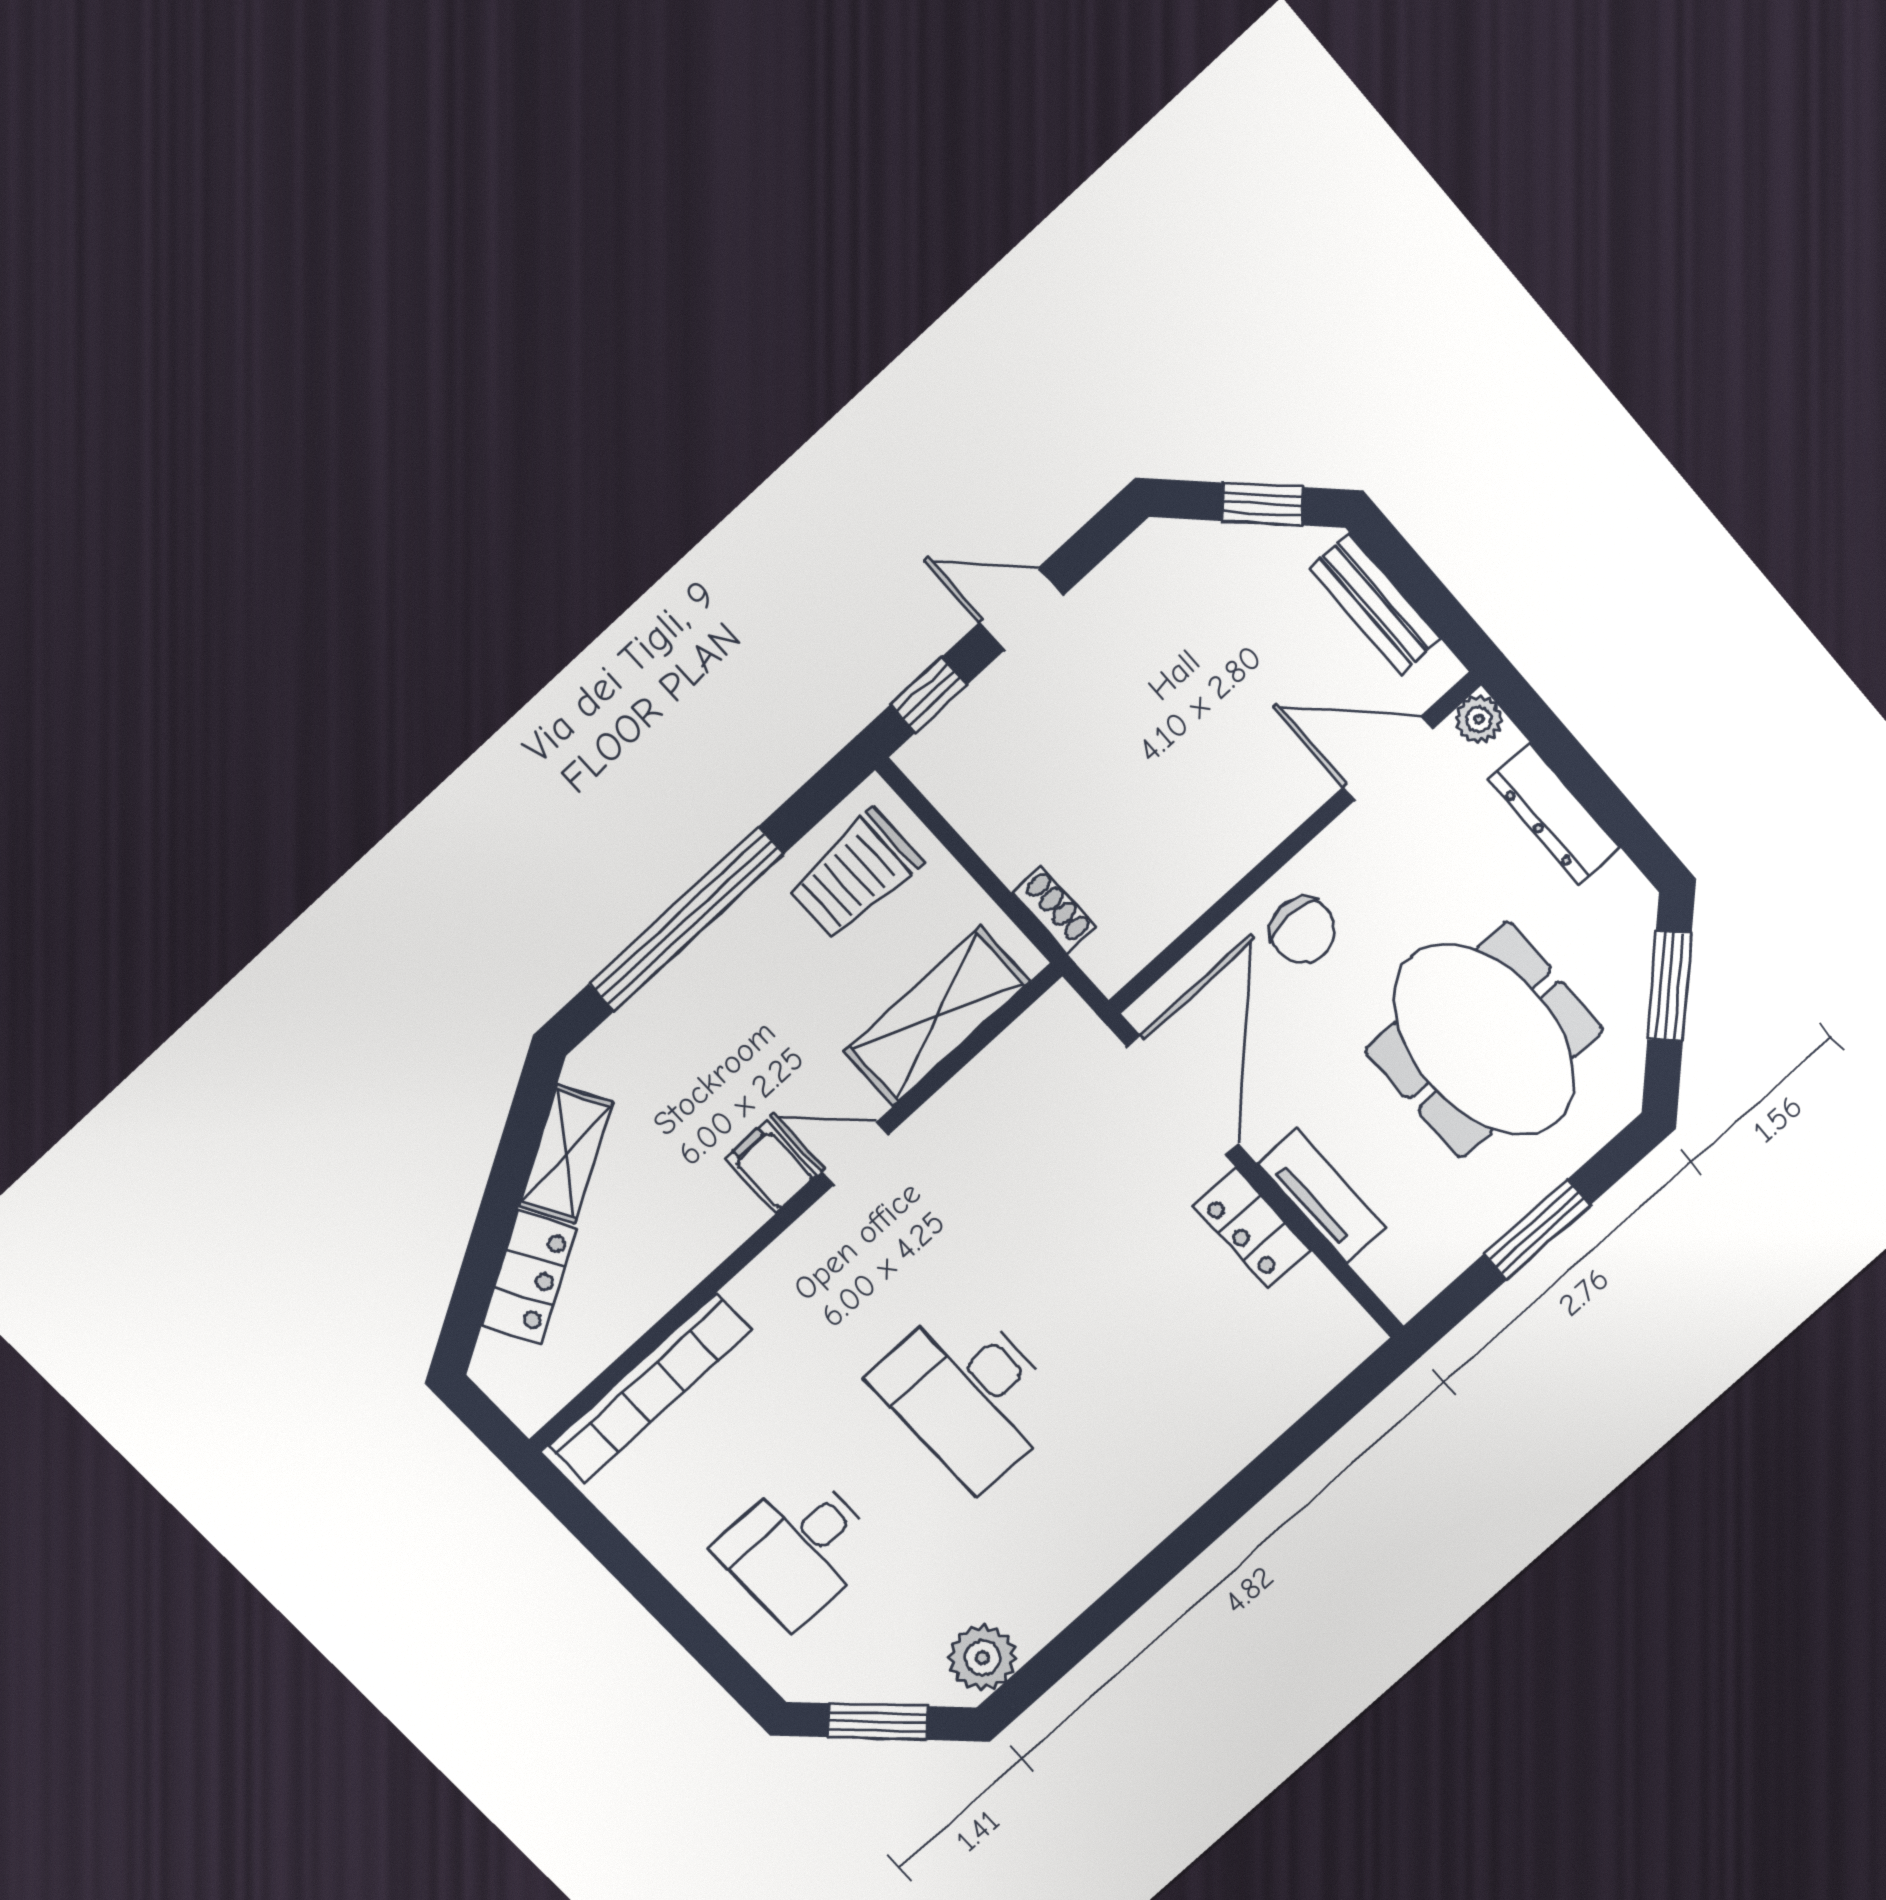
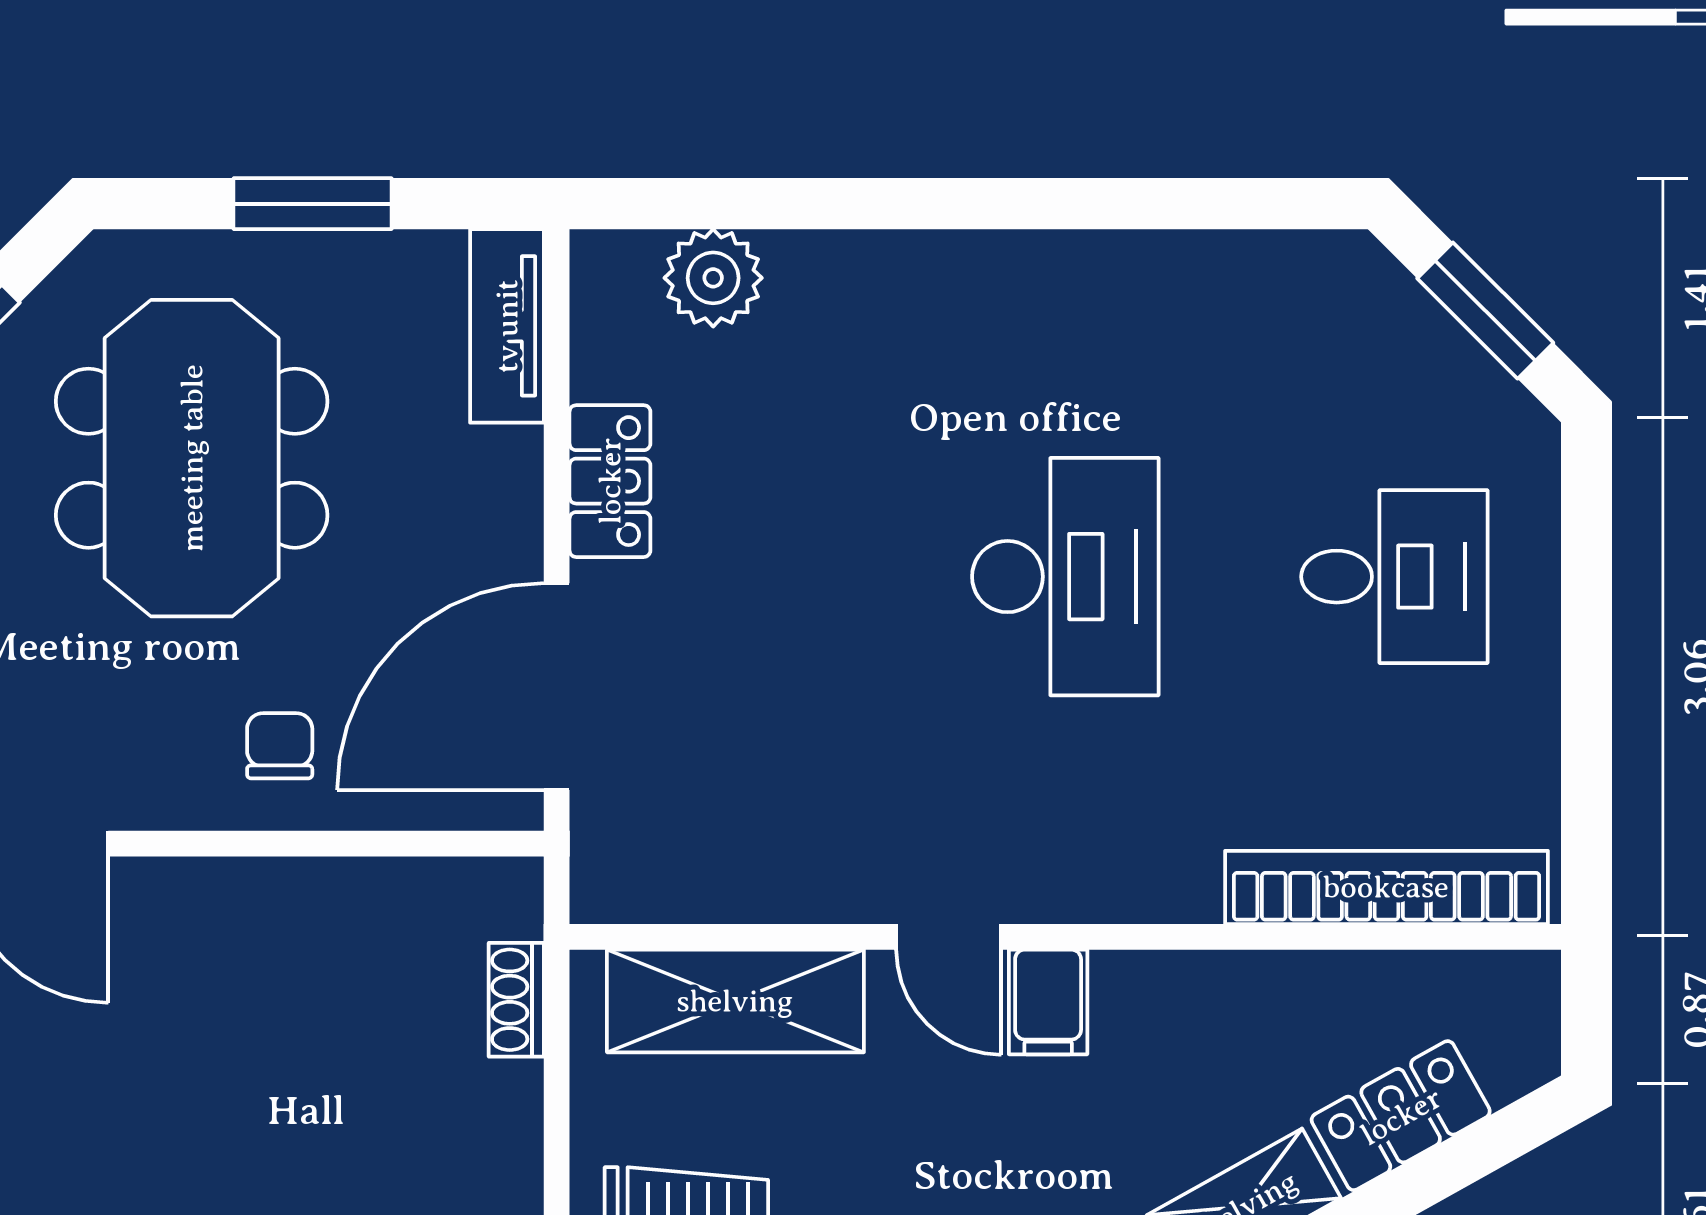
chair: (1303, 930) -> (280, 746), width x0.73, depth x0.73
tv unit: (1322, 1196) -> (507, 326), moved
plant: (982, 1658) -> (713, 278), moved

